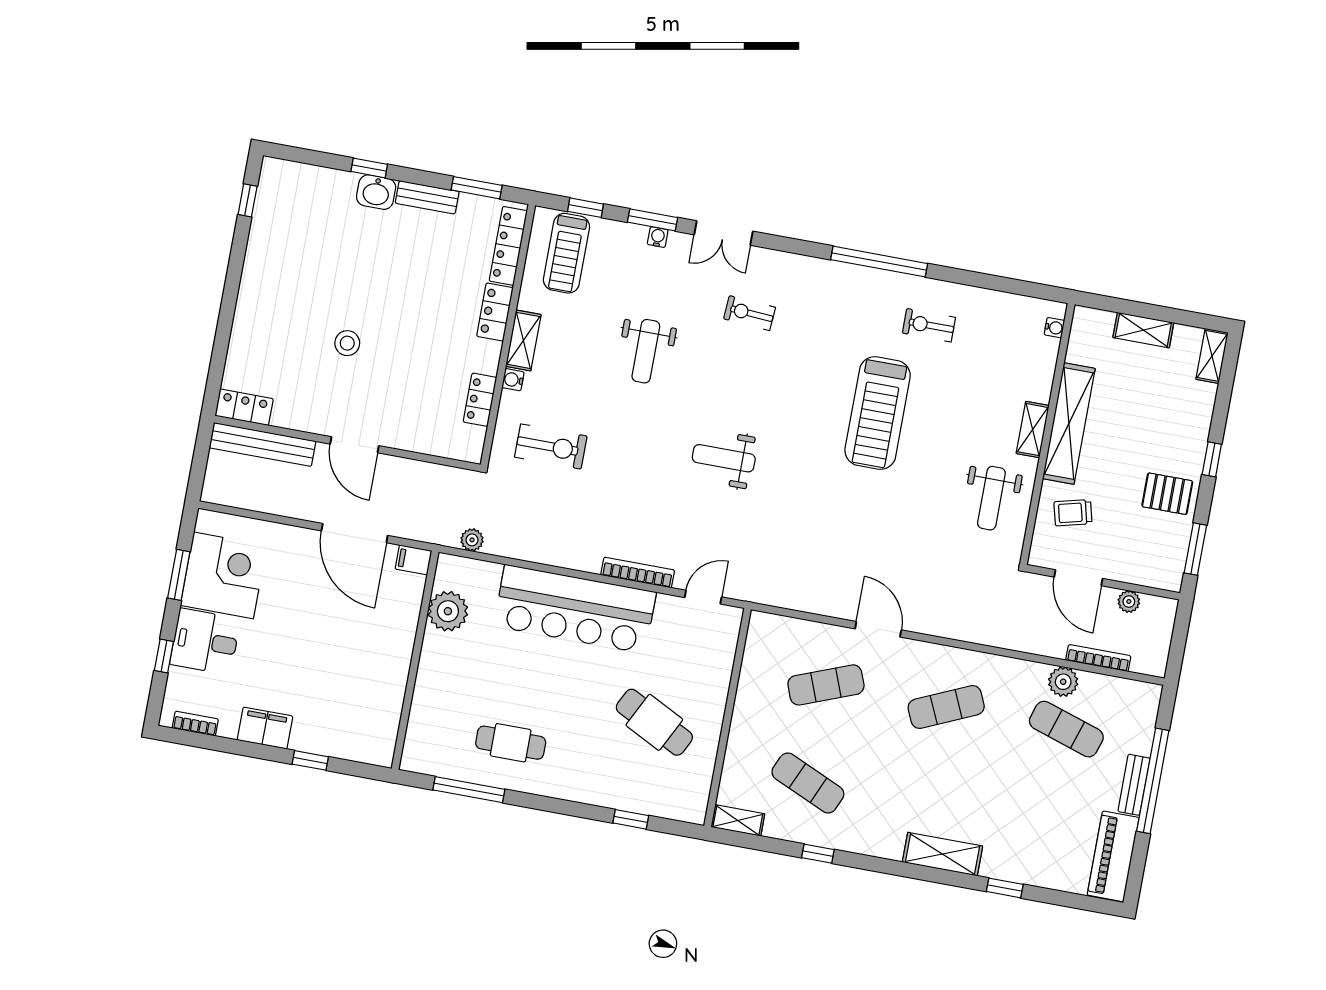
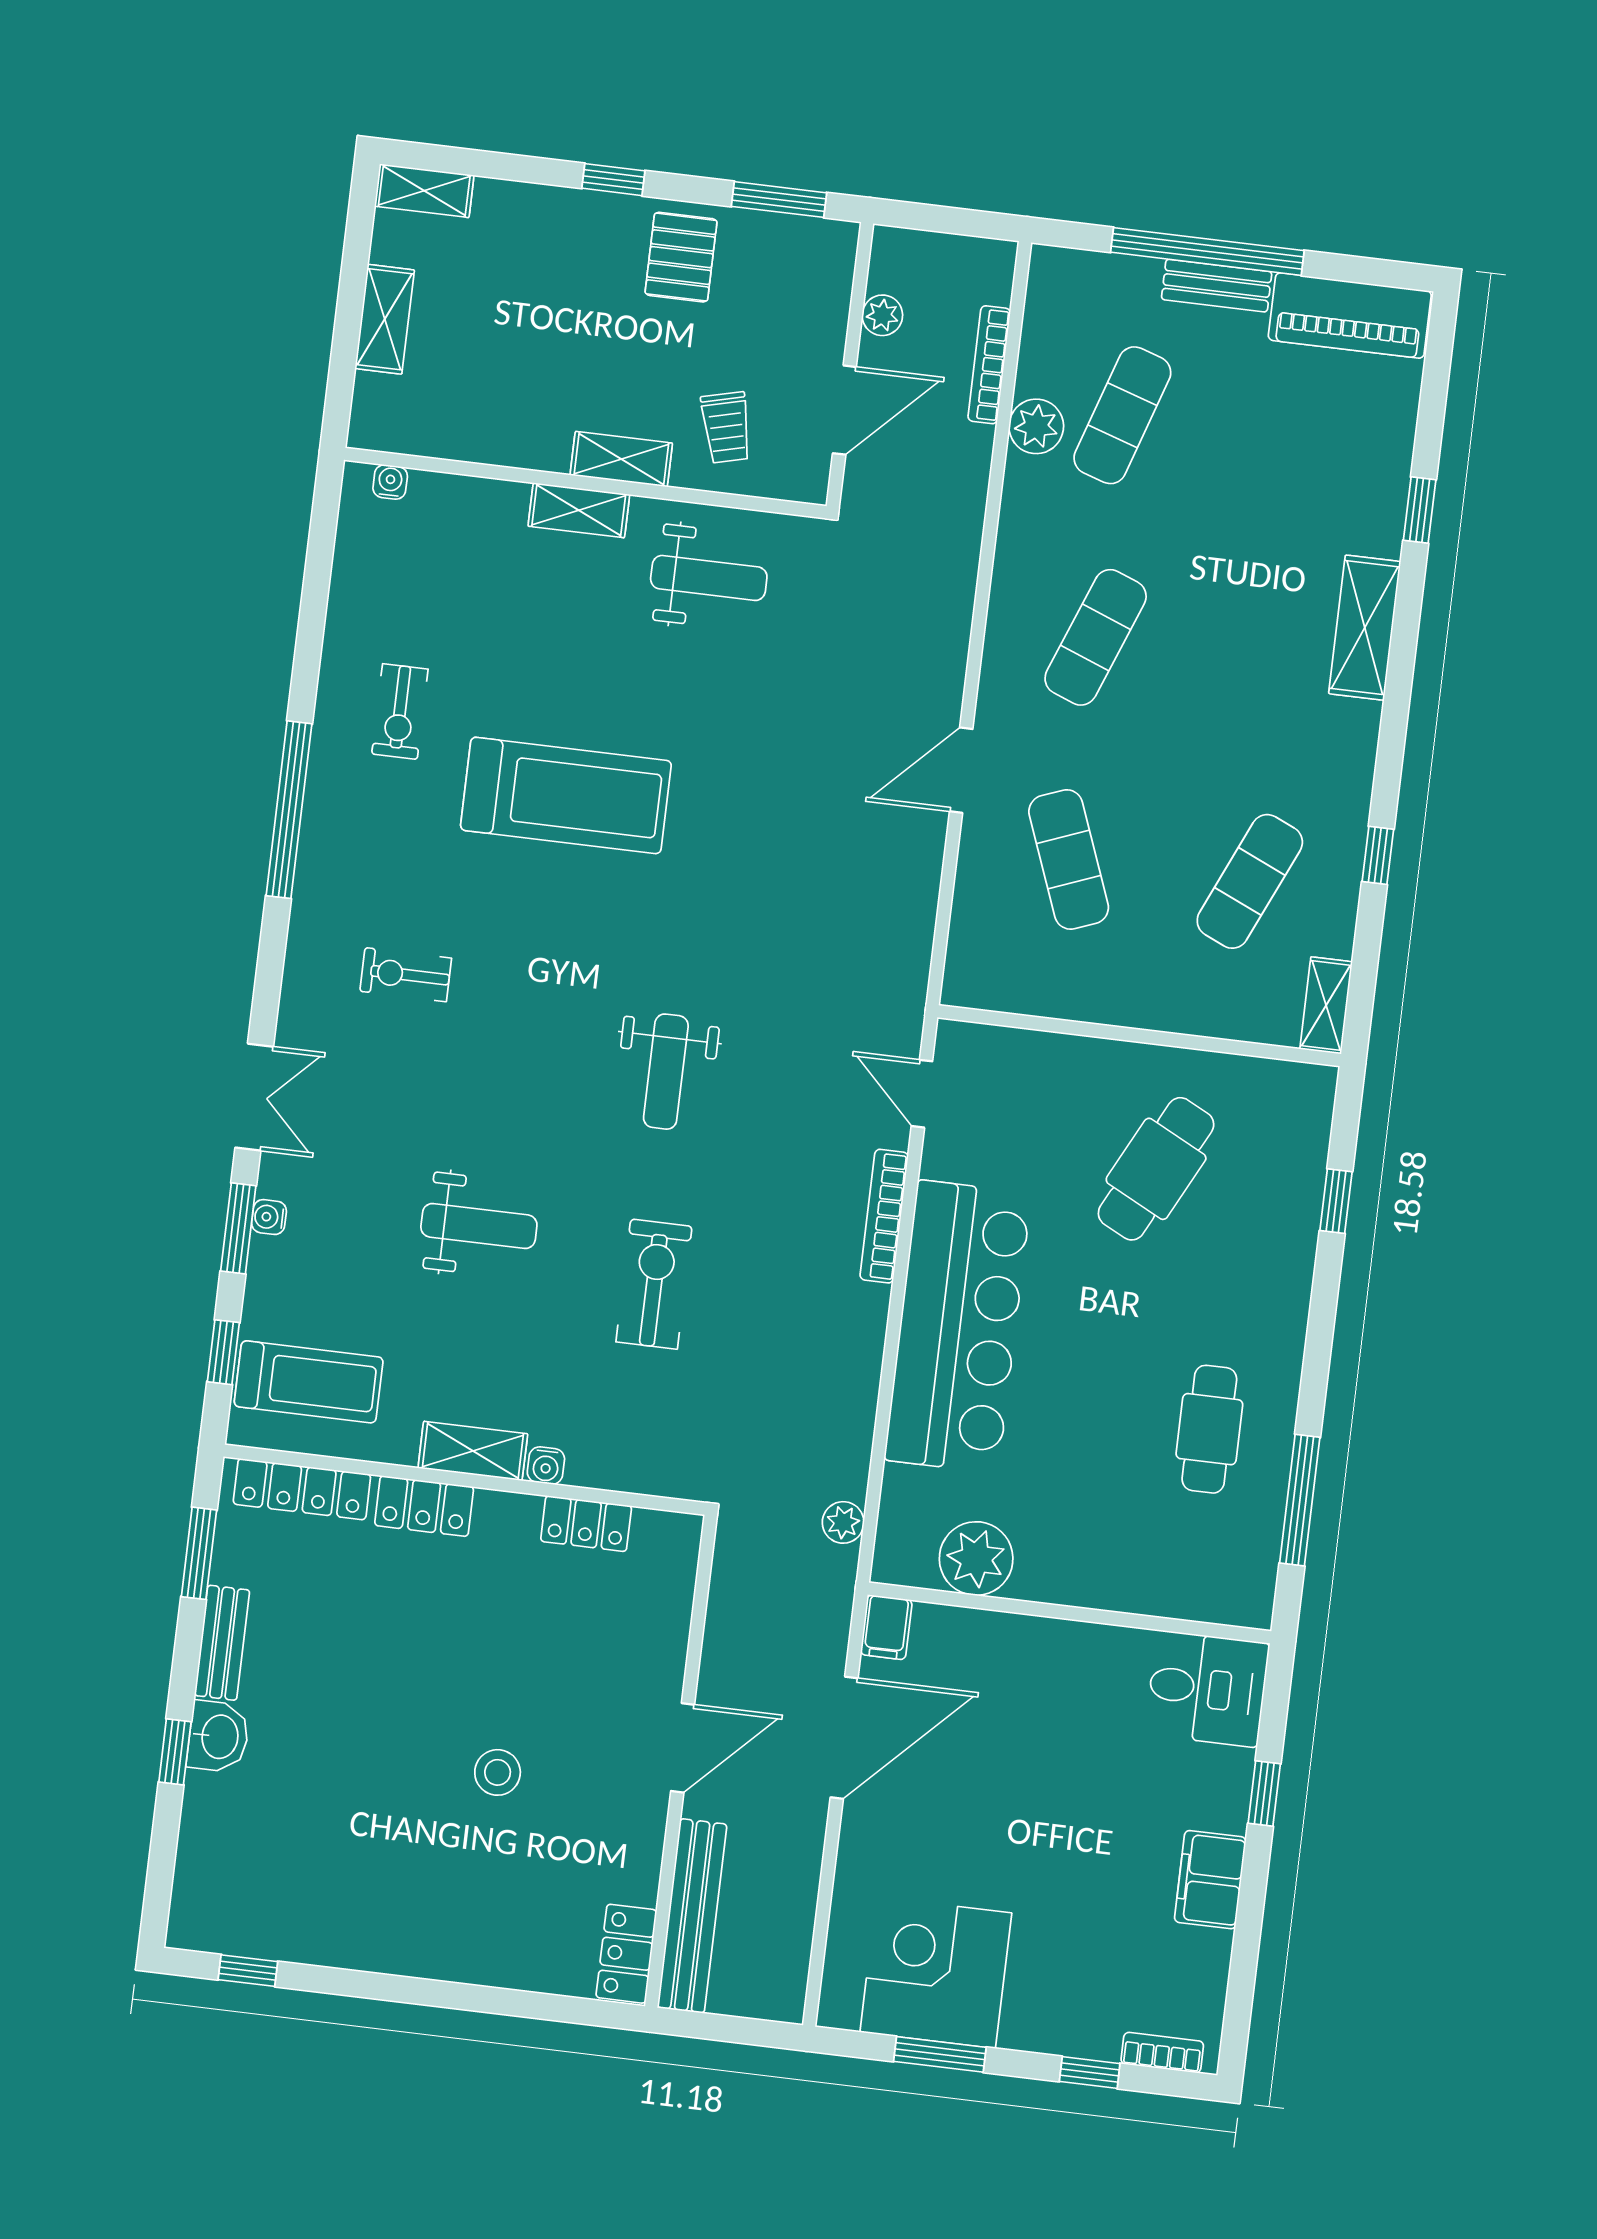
exercise bike: (749, 313) -> (406, 975), moved, turned 86
shelving: (1069, 424) -> (621, 459), width x0.45, depth x0.75
exercise bike: (551, 447) -> (654, 1284), moved
desk: (205, 641) -> (1207, 1689), moved, turned -90
exercise mat: (946, 707) -> (1096, 637), turned 45
bookcase: (195, 724) -> (1162, 2053), moved, turned 90

